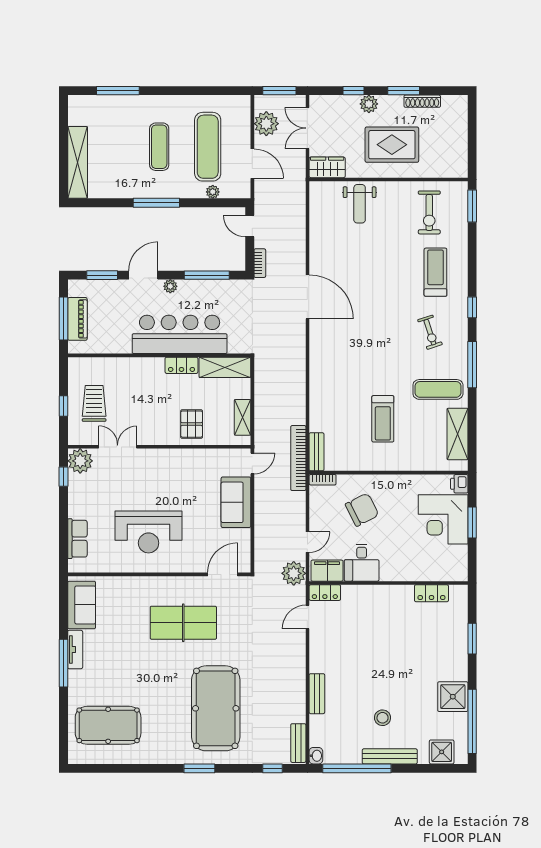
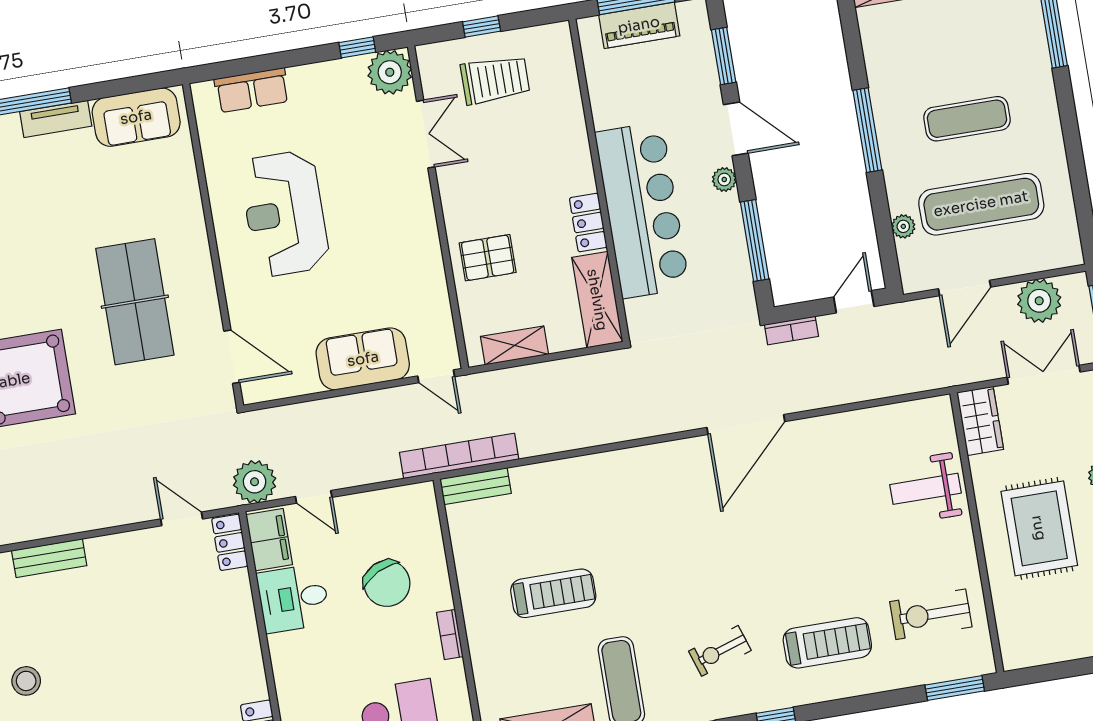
treadmill: (383, 419) -> (553, 593), turned 180
bookcase: (323, 480) -> (450, 635), moved

